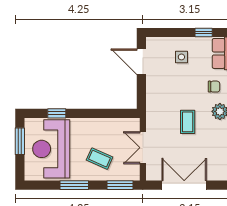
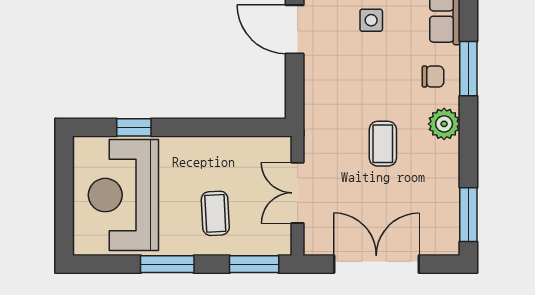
window: (20, 141) -> (64, 181), removed
coffee table: (100, 159) -> (215, 213), turned 63

